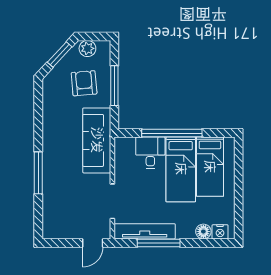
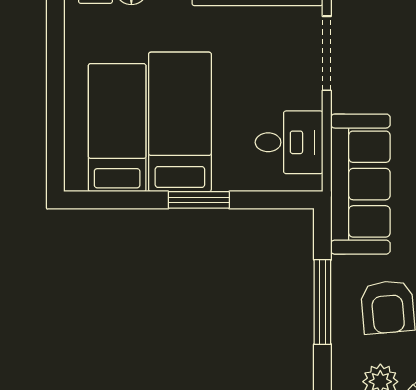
window: (172, 133) -> (199, 200), width x0.47
desk: (150, 153) -> (289, 142), moved, turned -90

